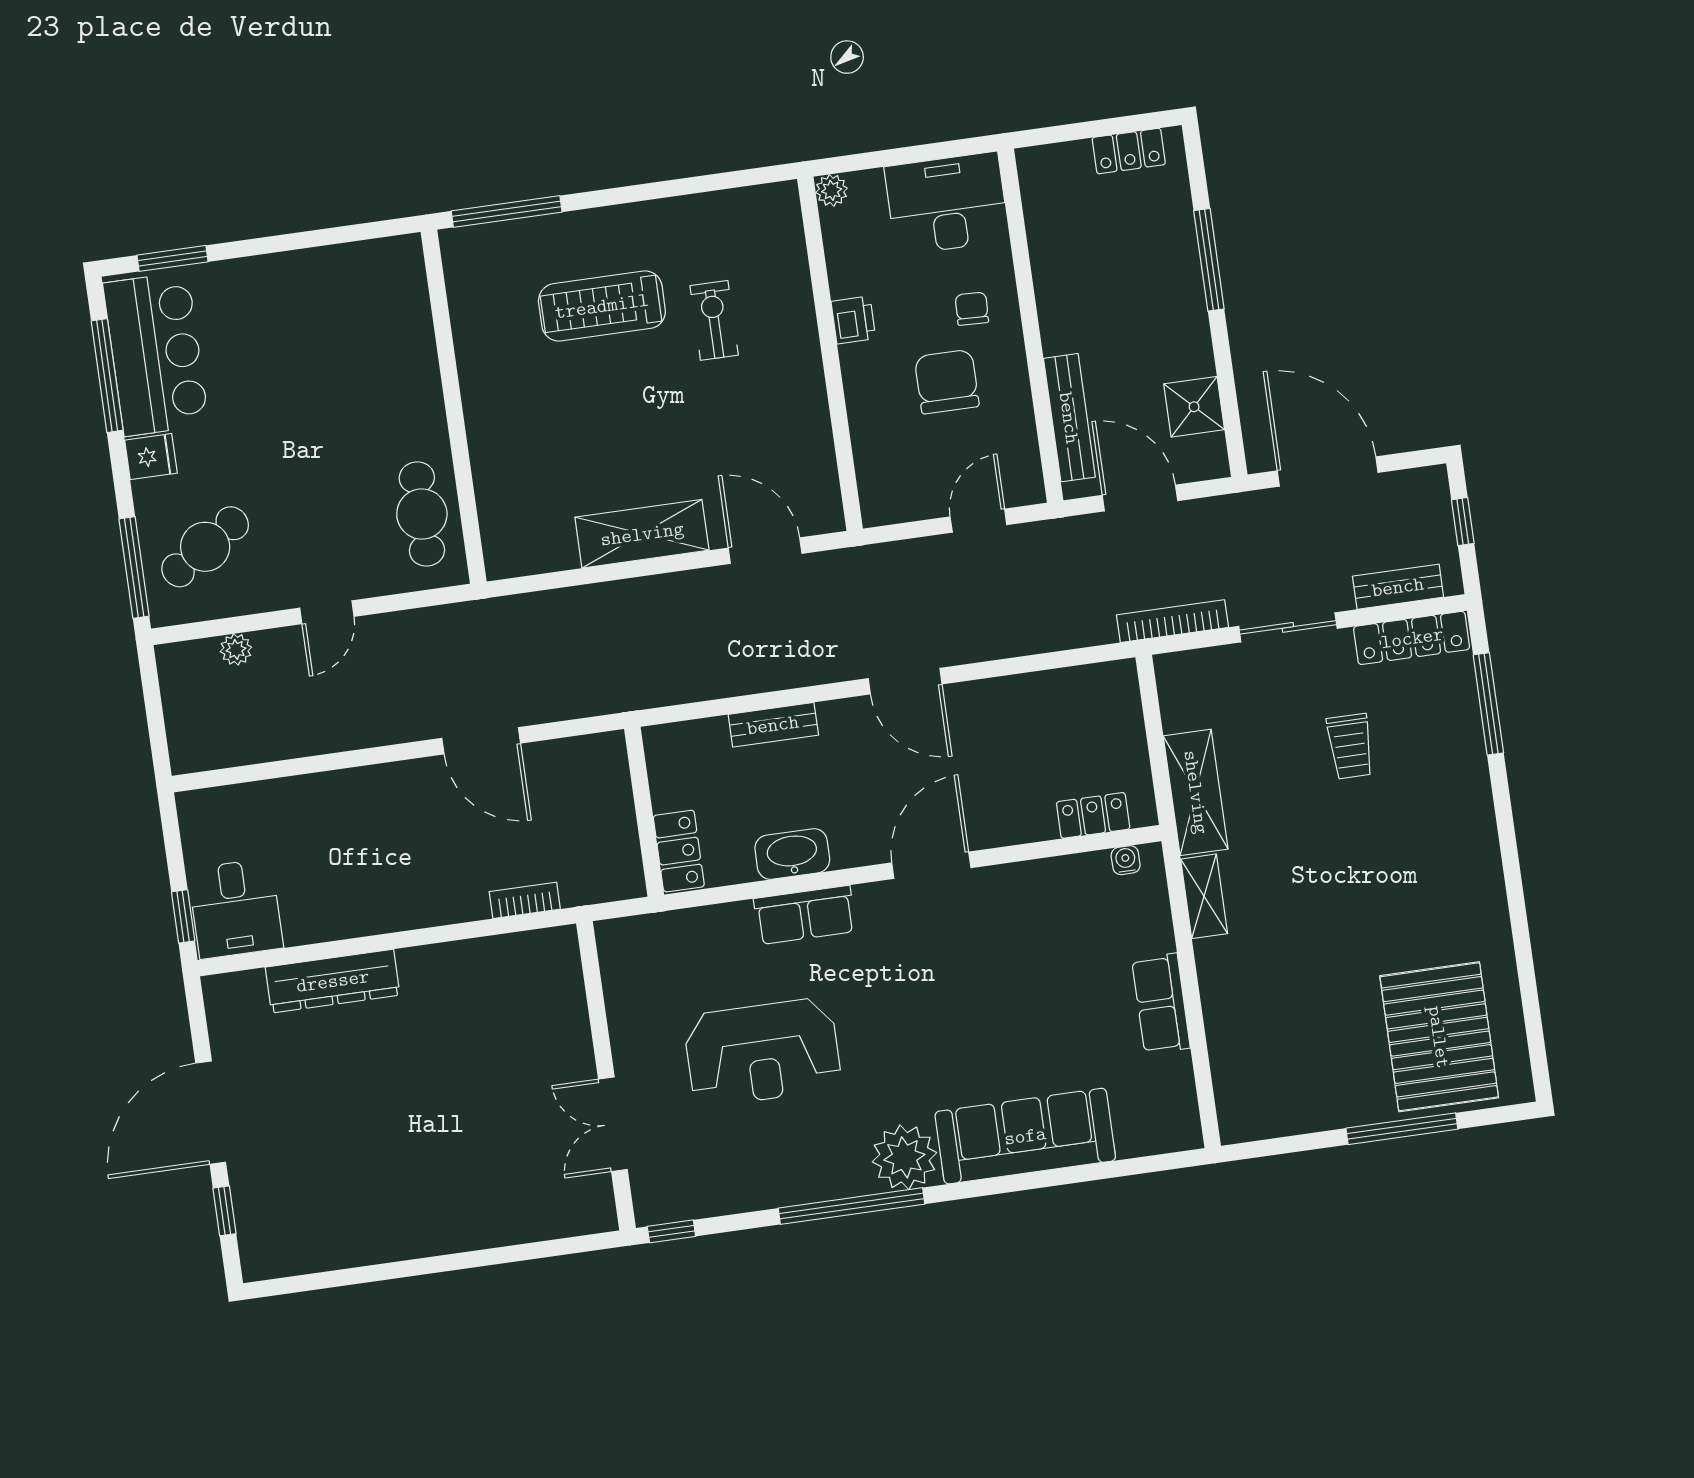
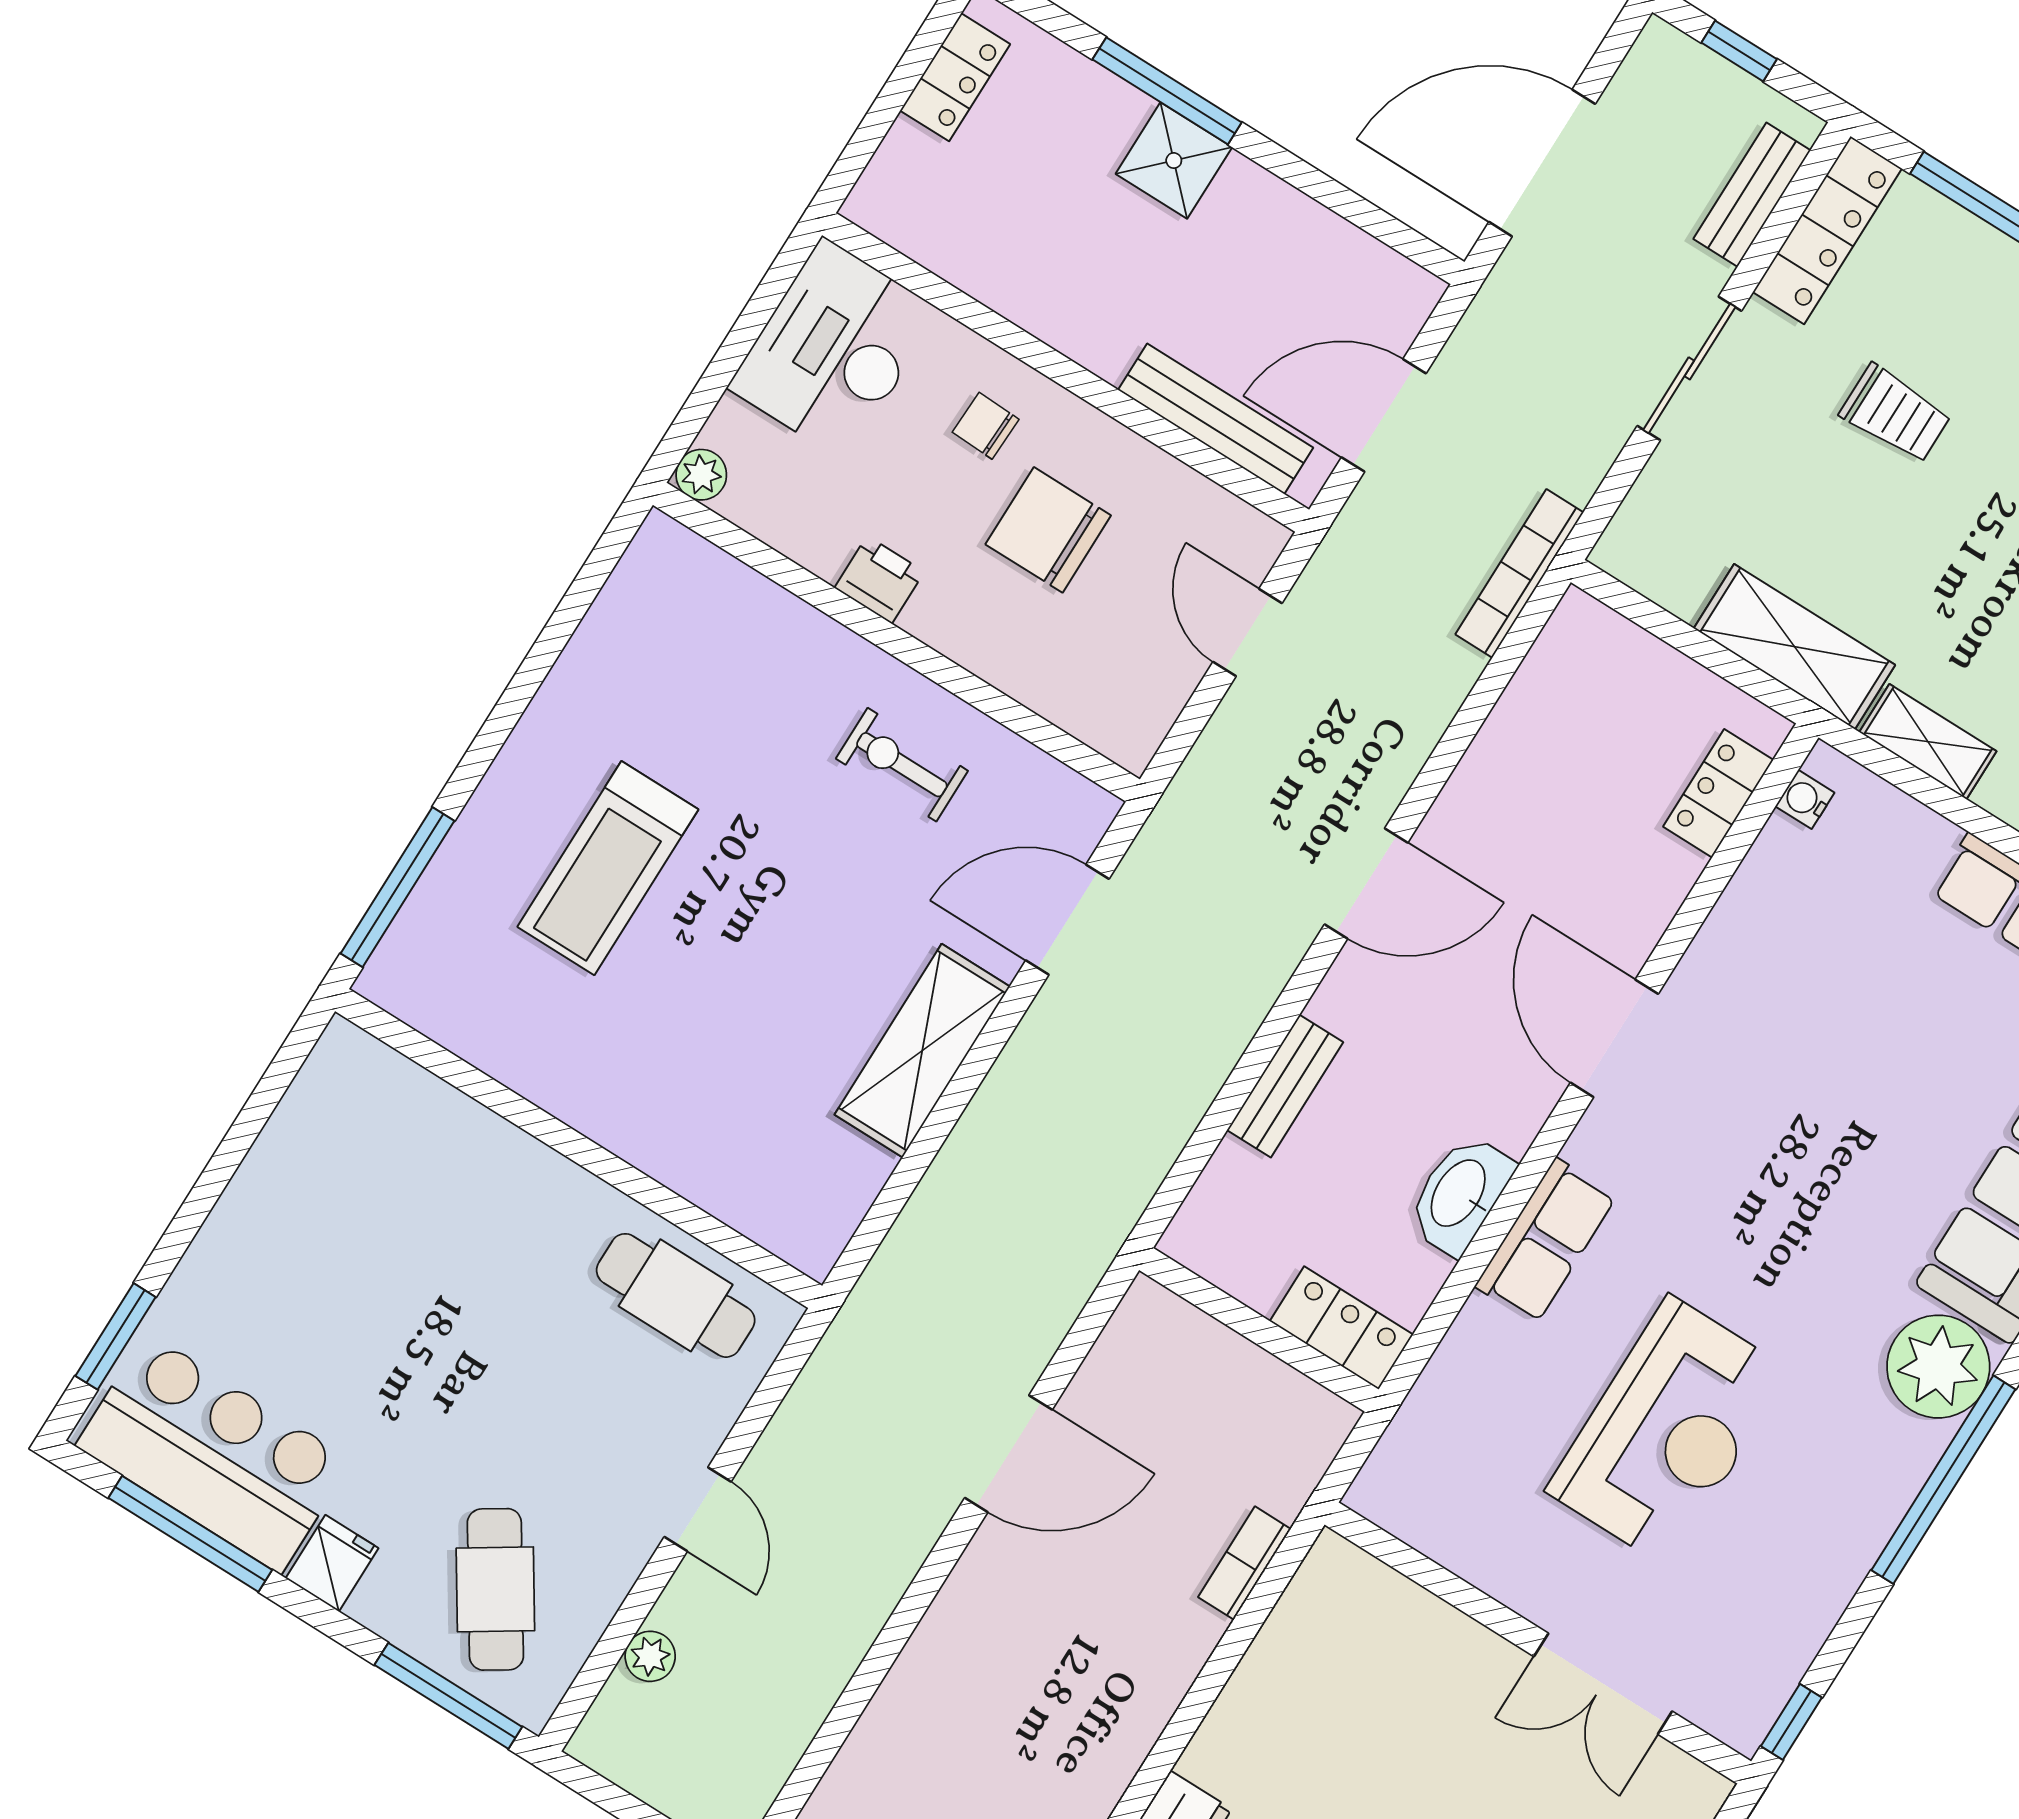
exercise bike: (714, 320) -> (902, 765), moved
shower: (1194, 407) -> (1174, 161), moved
bookcase: (1172, 621) -> (1519, 573), moved

